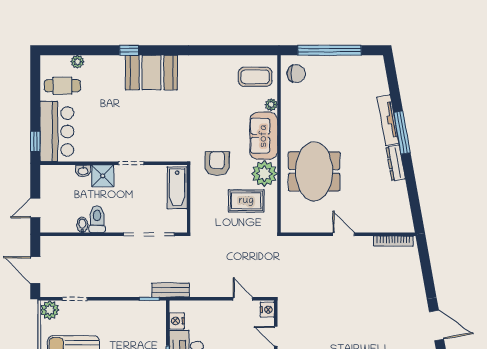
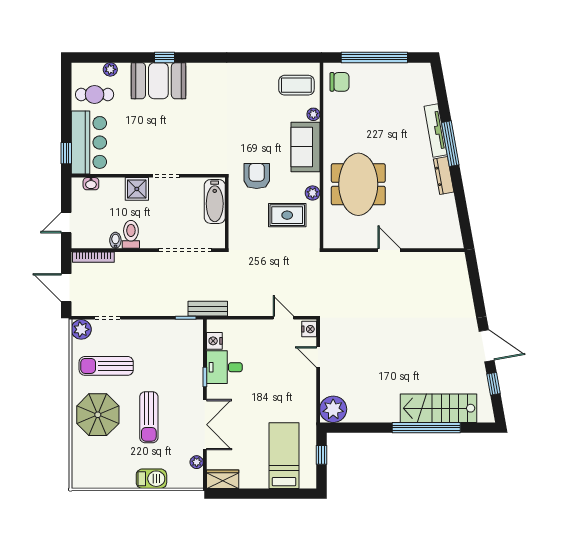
booth: (151, 73) -> (158, 81), moved
washbasin: (83, 171) -> (91, 184), moved
plant: (264, 174) -> (313, 193), width x0.53, depth x0.53
bookcase: (393, 241) -> (93, 257), moved

